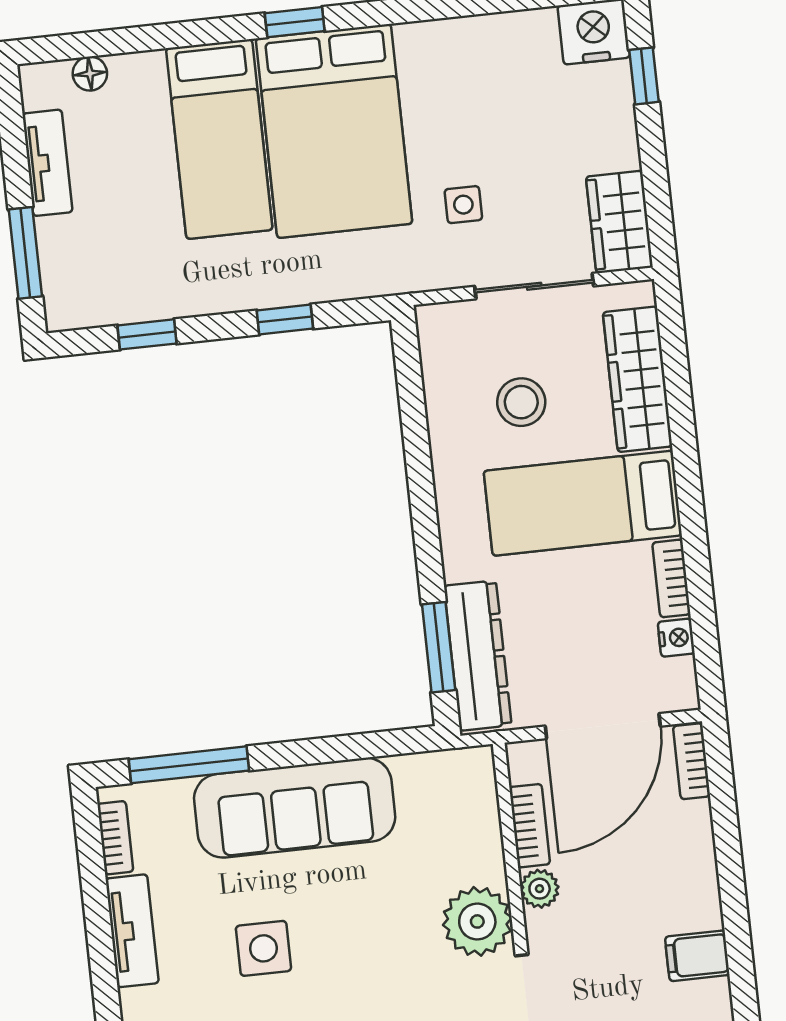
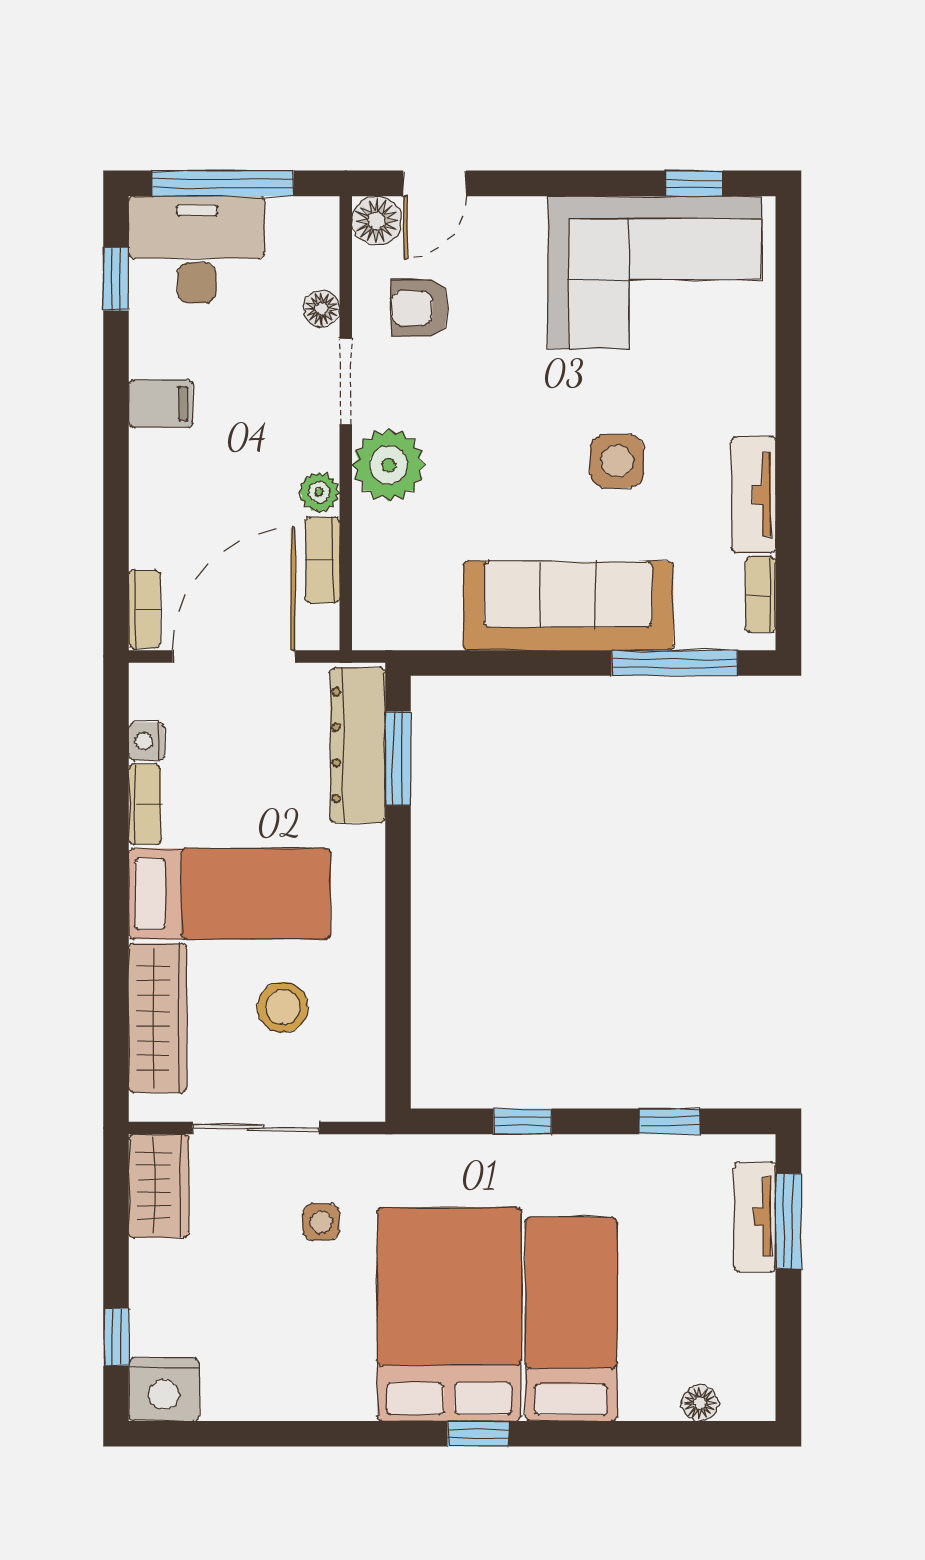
tv unit: (47, 163) -> (755, 1217), moved

